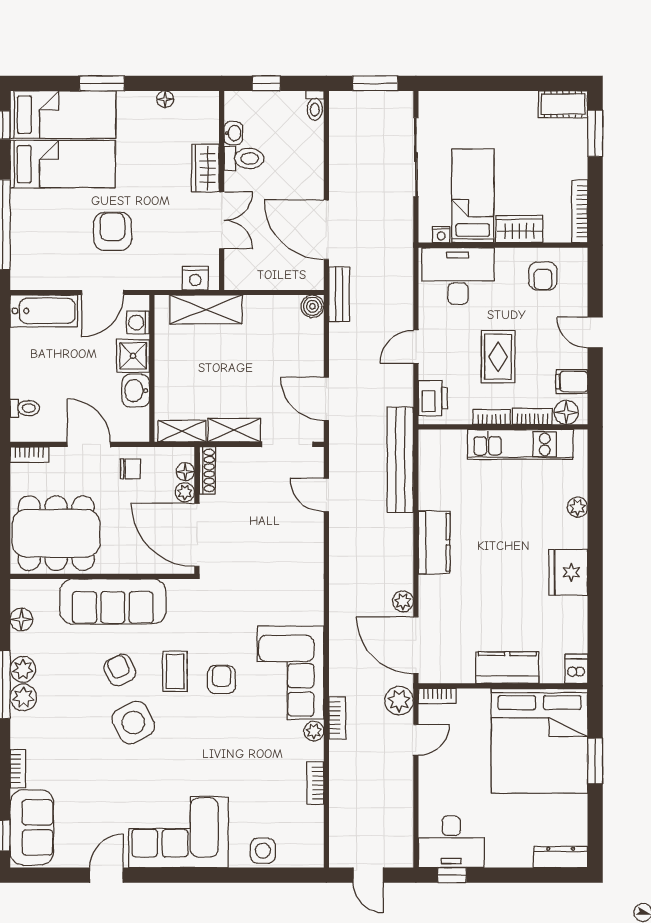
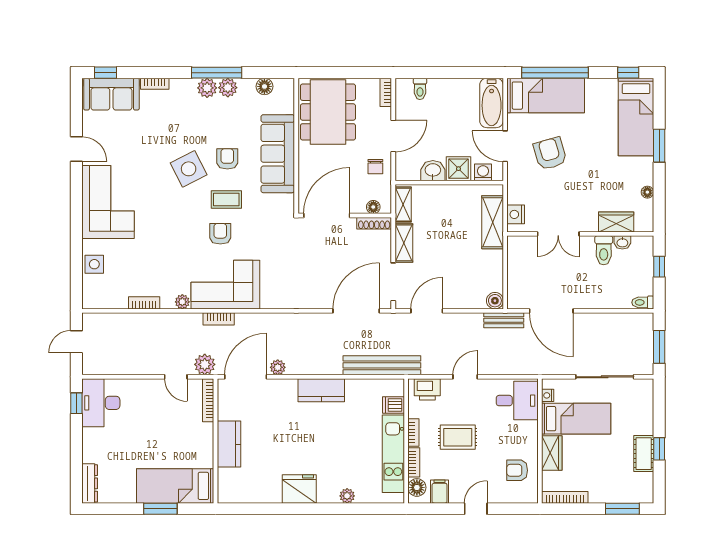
window: (514, 83) -> (659, 449), added
cot: (563, 104) -> (644, 454), moved
bed: (63, 164) -> (546, 96), moved, turned -90
wardrobe: (205, 168) -> (616, 222), moved
door: (326, 230) -> (551, 311), swing flipped
armchair: (112, 231) -> (550, 154), turned -106
desk: (458, 276) -> (517, 401), width x0.73
door: (416, 347) -> (465, 377), hinge flipped
plant: (185, 492) -> (358, 207), removed
door: (326, 495) -> (356, 311), width x1.87
dishwasher: (576, 669) -> (393, 405), moved, turned 180
armchair: (120, 670) -> (227, 159), turned -65
armchair: (221, 680) -> (220, 234), turned -90
bookcase: (437, 696) -> (208, 400), width x1.56
bookcase: (337, 718) -> (219, 319), moved
bed: (540, 741) -> (175, 486), width x0.49

